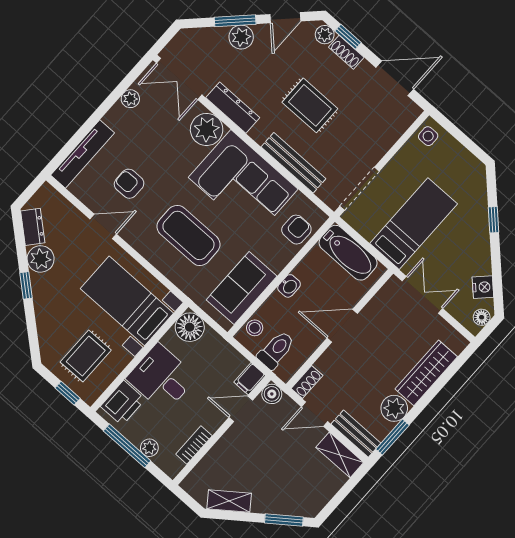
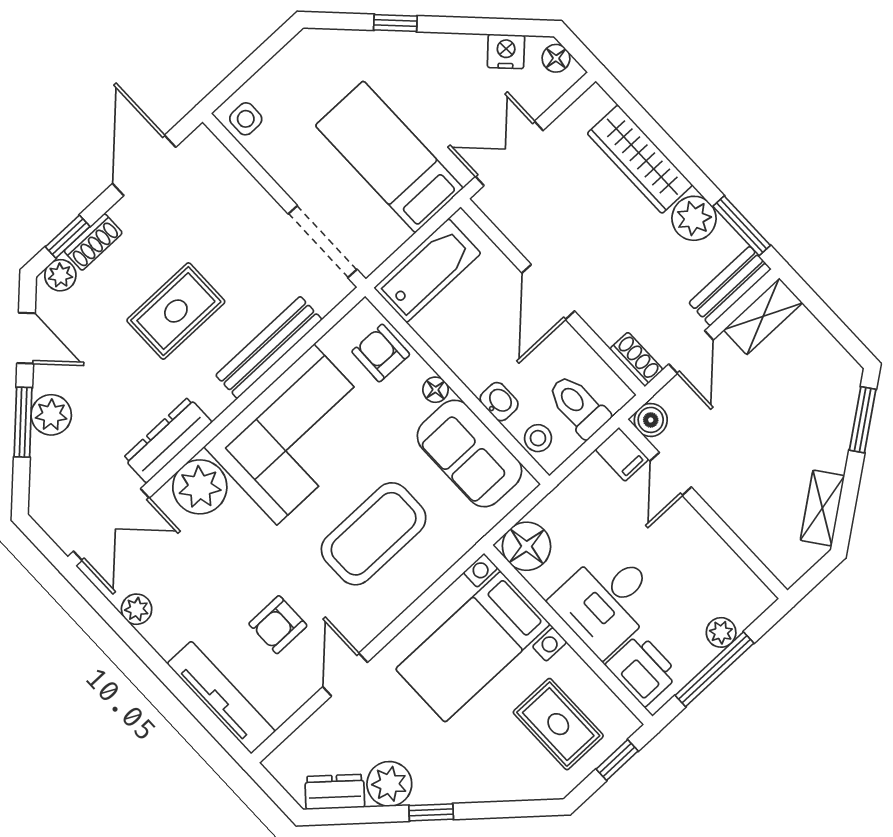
floor lamp: (278, 264) -> (435, 390), added
washbasin: (289, 286) -> (499, 402), moved
bookcase: (194, 445) -> (723, 558), removed

